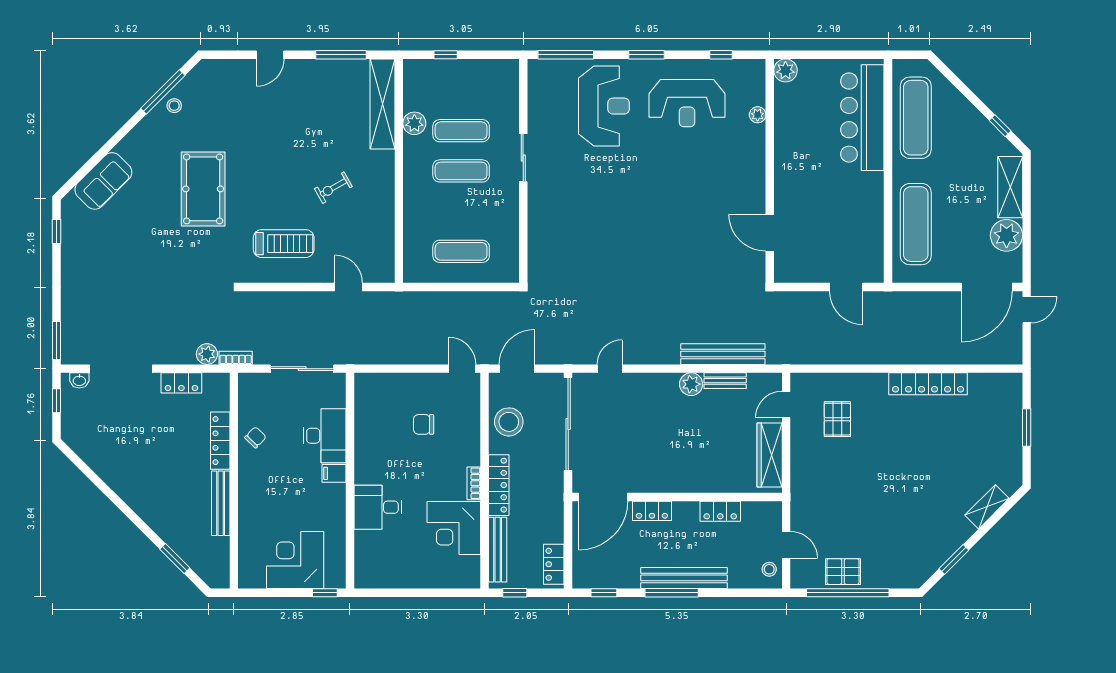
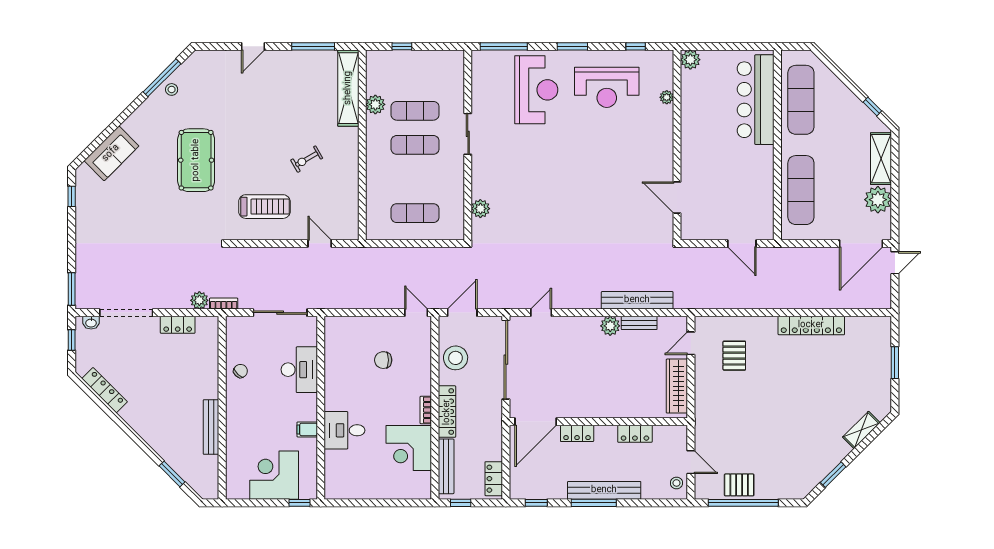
plant: (538, 246) -> (480, 209), added
locker: (220, 441) -> (105, 390), moved, turned 135
filing cabinet: (334, 473) -> (307, 429), moved

